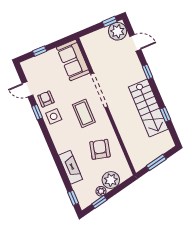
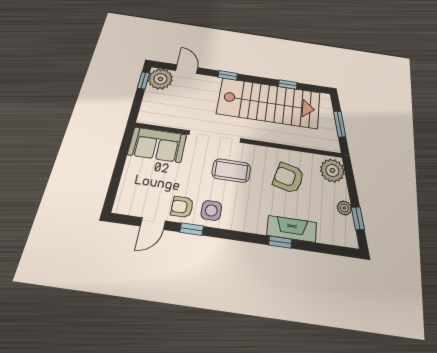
door: (135, 43) -> (187, 69), hinge flipped
window: (40, 51) -> (116, 178), removed
stairs: (148, 108) -> (269, 103), width x1.36, depth x1.51
plant: (111, 180) -> (332, 170), moved
window: (73, 198) -> (280, 242), moved

